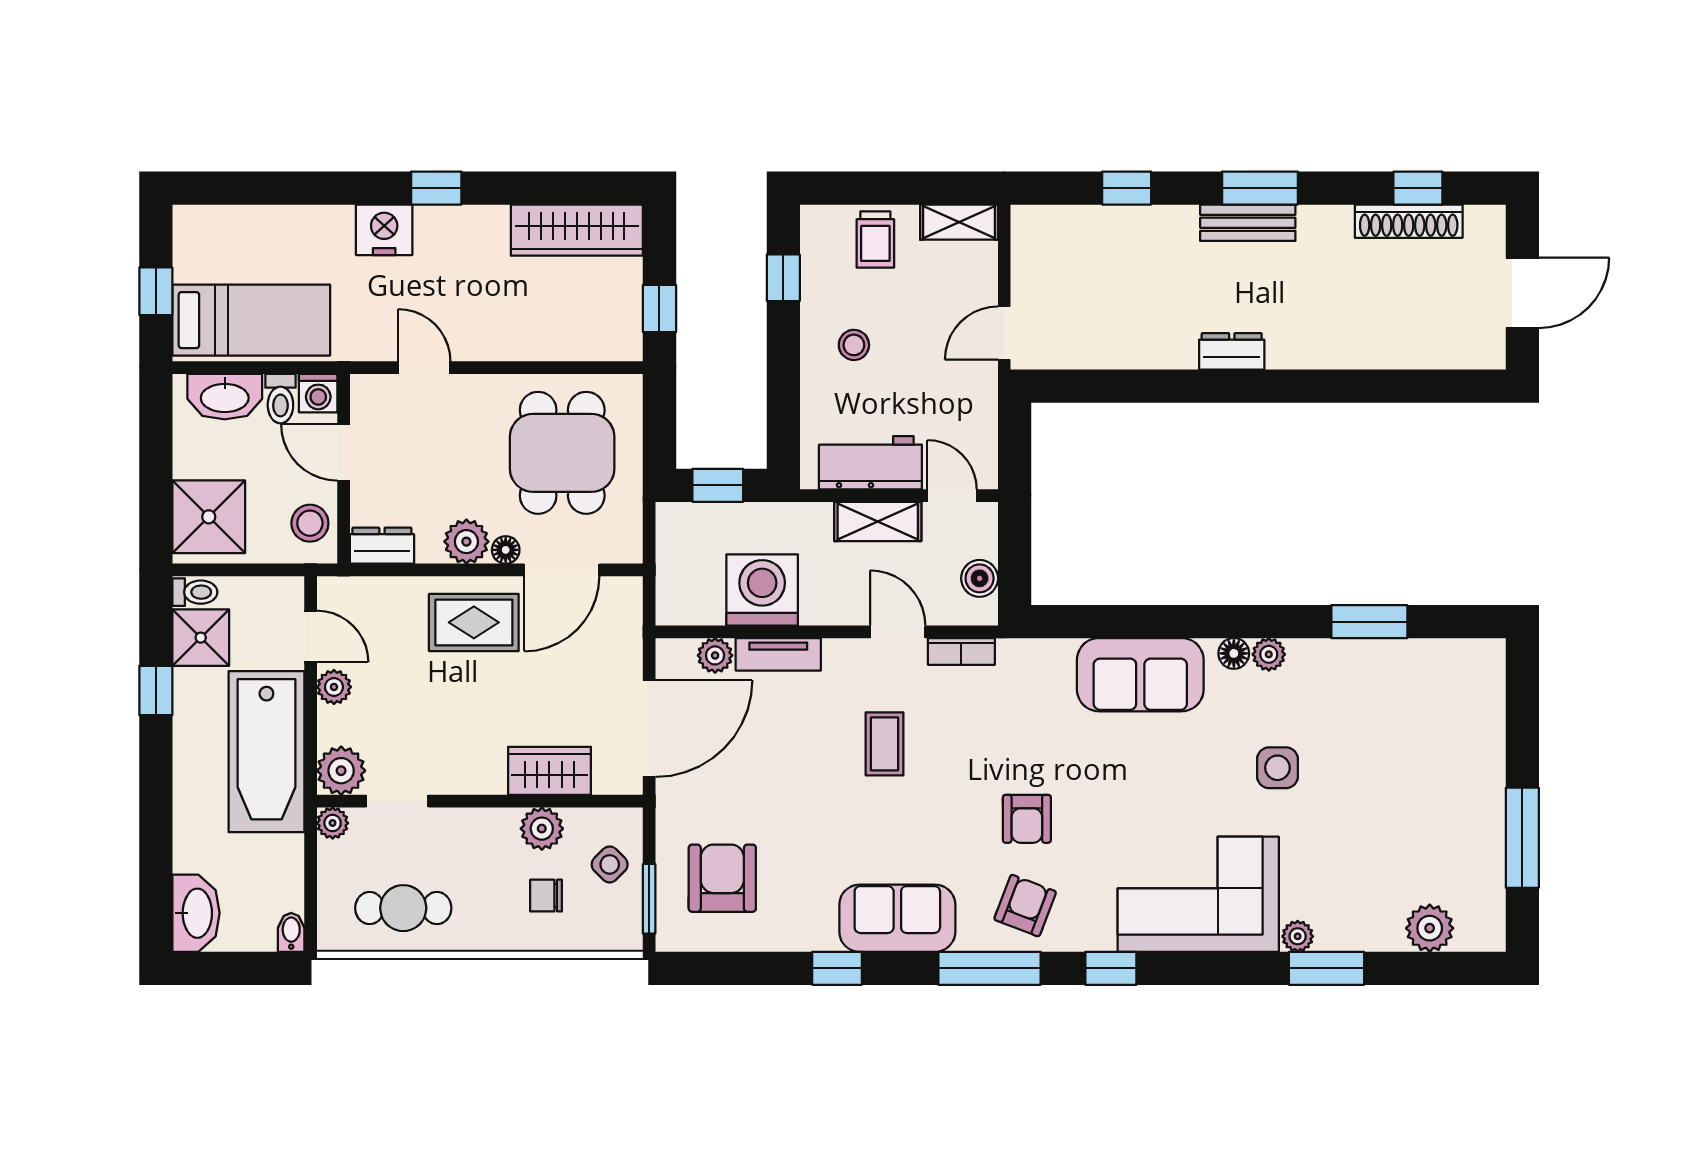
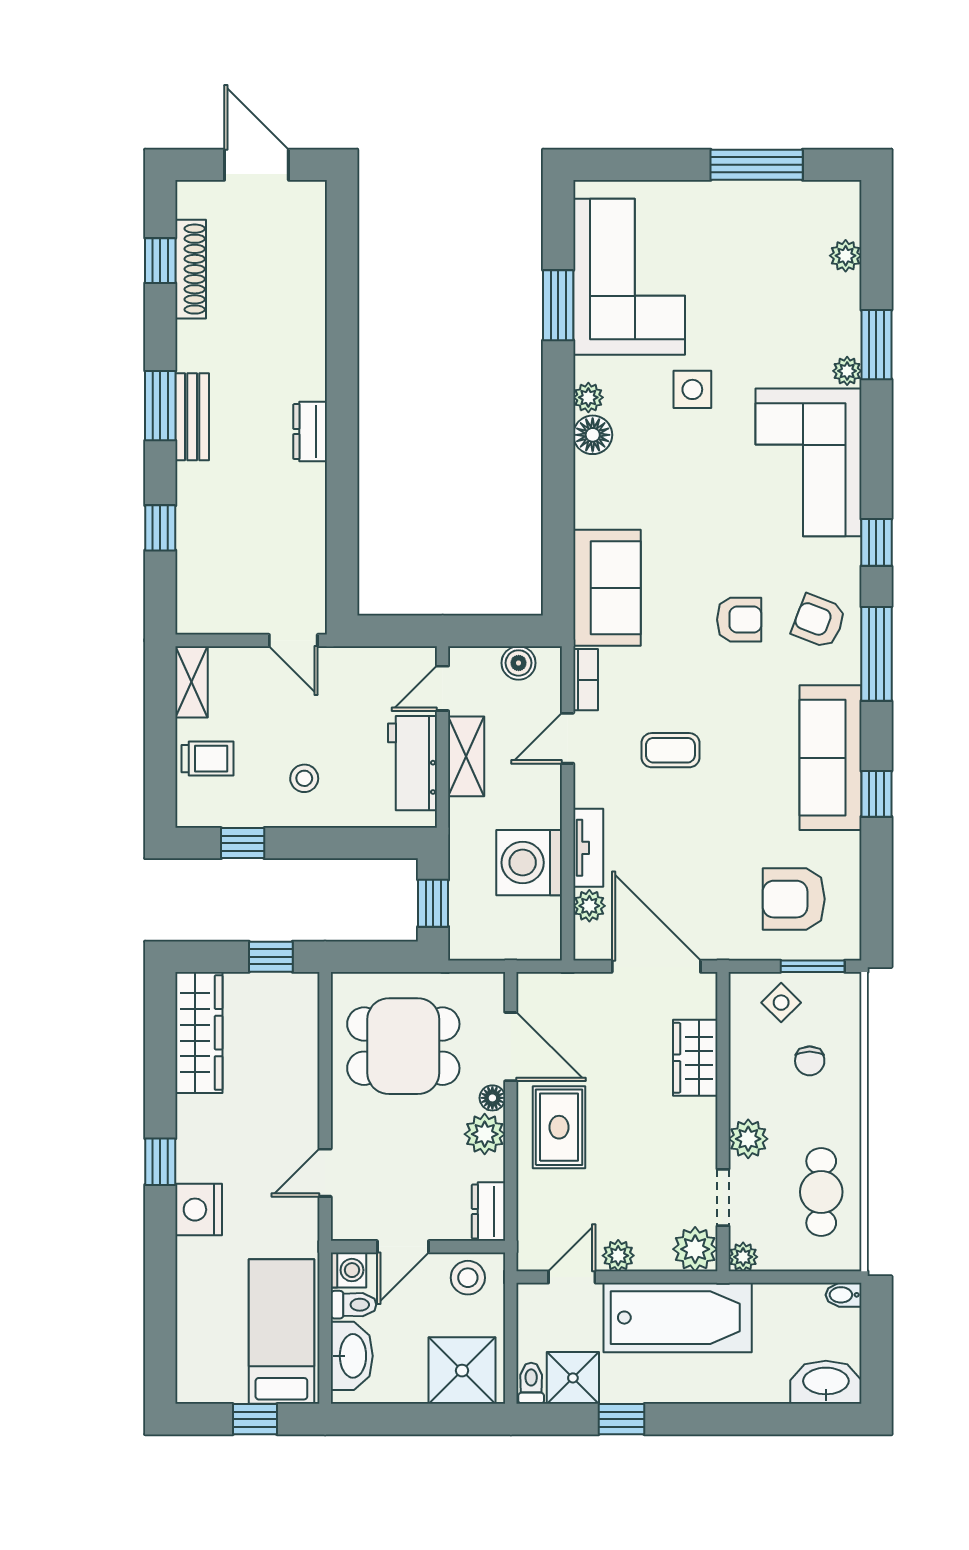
floor lamp: (1234, 653) -> (593, 435), width x1.37, depth x1.37
sofa: (1140, 675) -> (607, 588), moved
corner sofa: (1400, 699) -> (629, 277), added
plant: (542, 829) -> (748, 1139), moved
sofa: (897, 918) -> (831, 758), width x1.36
plant: (1430, 928) -> (846, 256), width x0.73, depth x0.73

